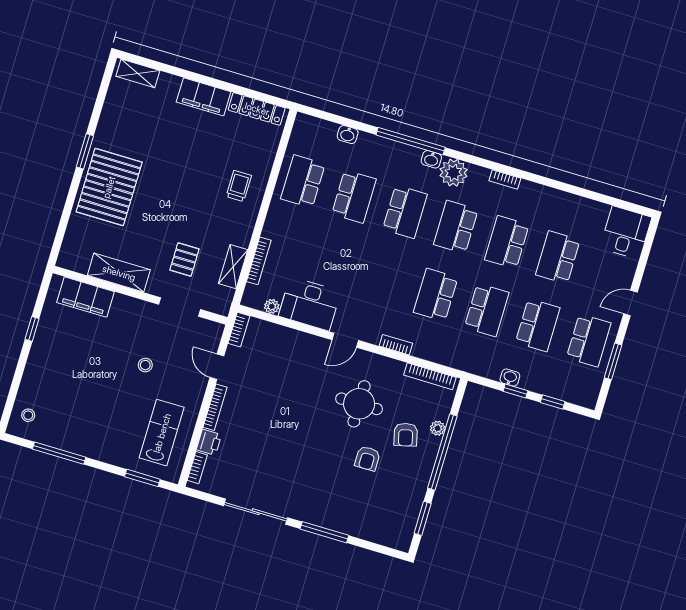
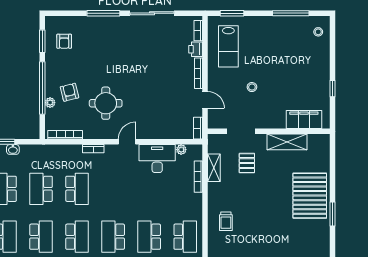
armchair: (367, 458) -> (64, 41), moved, turned 180

